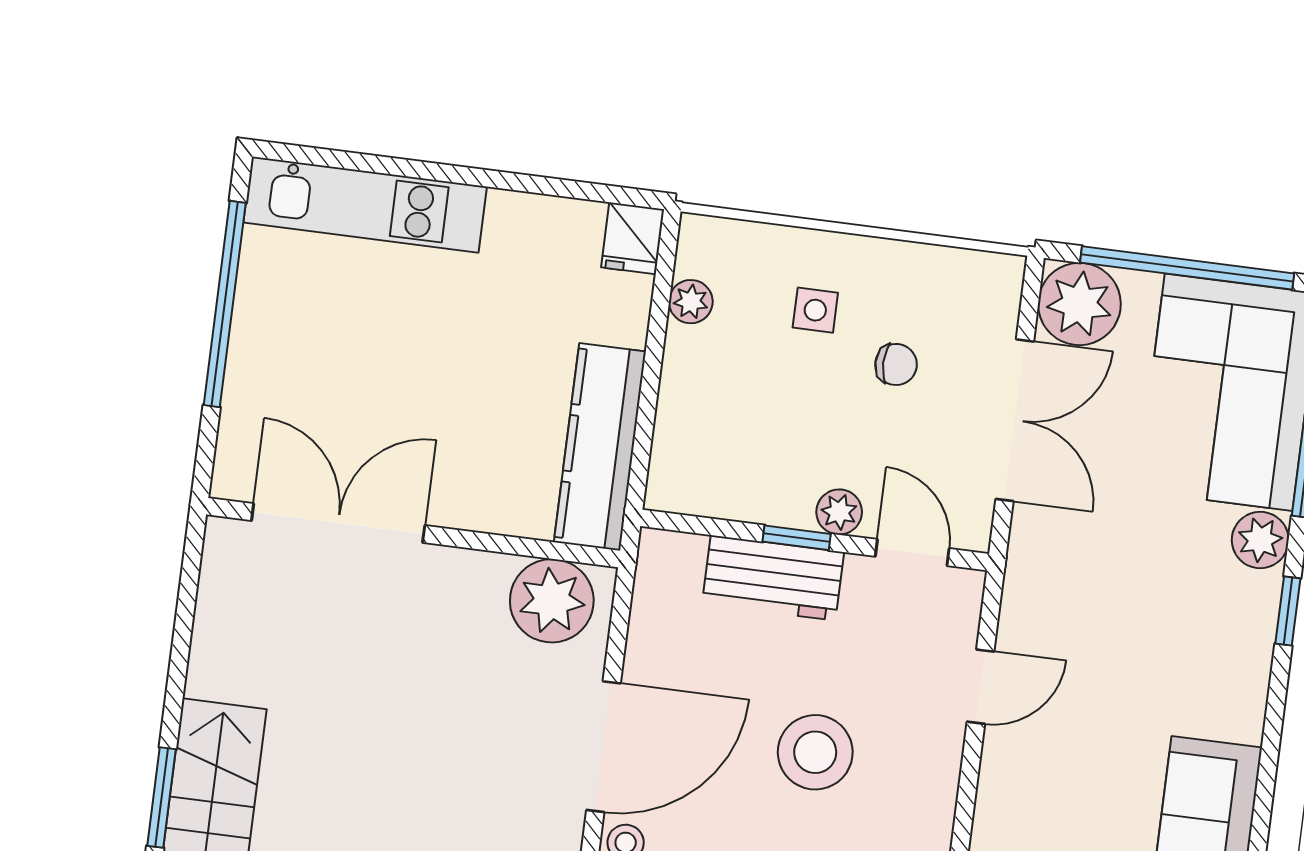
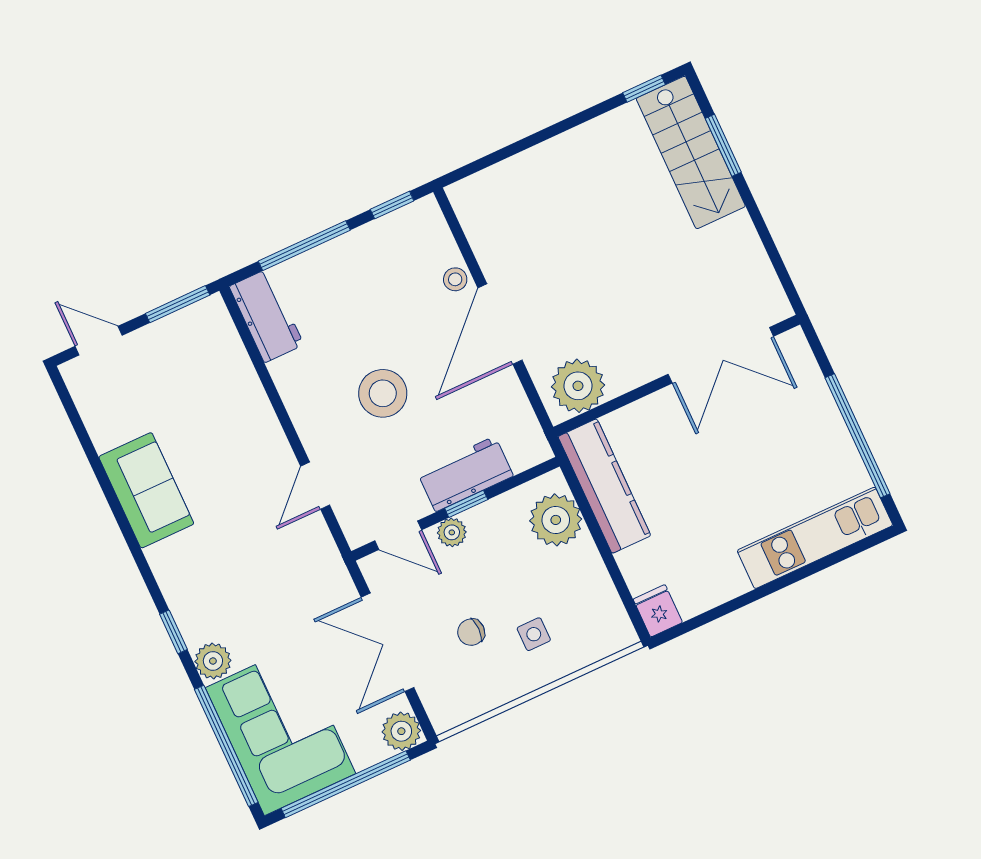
plant: (691, 302) -> (556, 520), moved, width x1.88, depth x1.88
plant: (1079, 304) -> (401, 731), width x0.73, depth x0.73

